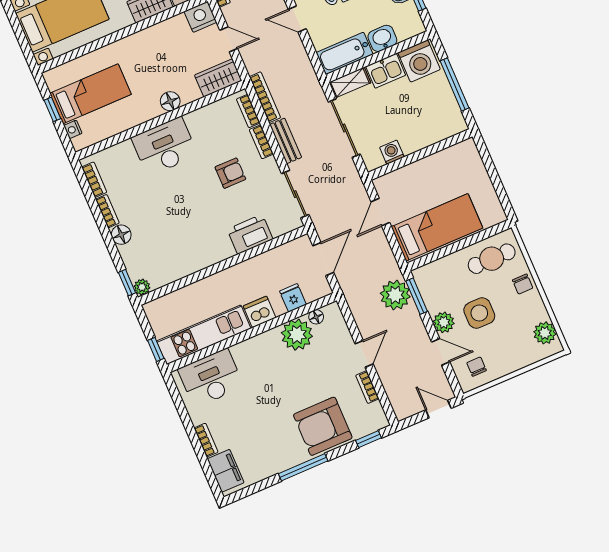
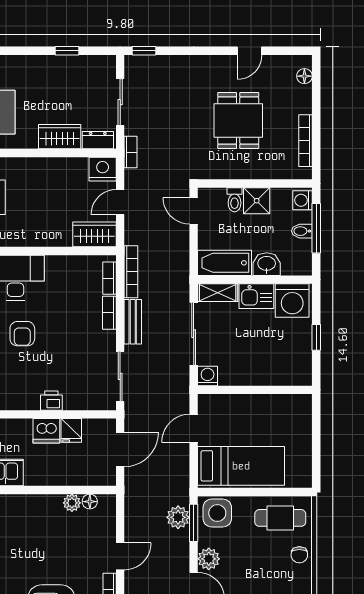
door: (229, 39) -> (120, 202), swing flipped
window: (454, 84) -> (316, 337), width x0.46
floor lamp: (170, 101) -> (39, 237), removed
washing machine: (392, 152) -> (208, 376), moved
armchair: (230, 173) -> (22, 334), moved, turned 90
printer: (250, 234) -> (51, 401), width x0.53, depth x0.68
plant: (395, 295) -> (178, 517), width x0.73, depth x0.73
fridge: (293, 298) -> (71, 430), moved, turned 180
dishwasher: (259, 312) -> (46, 431), moved, turned 180
side table: (479, 313) -> (217, 513), moved
plant: (297, 335) -> (72, 503), width x0.53, depth x0.53

